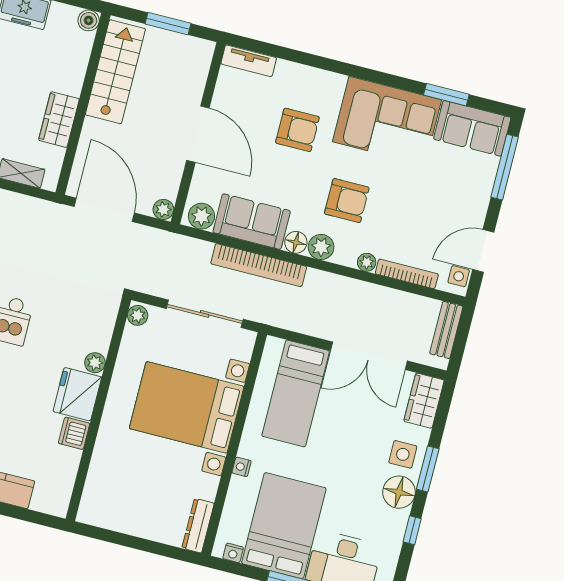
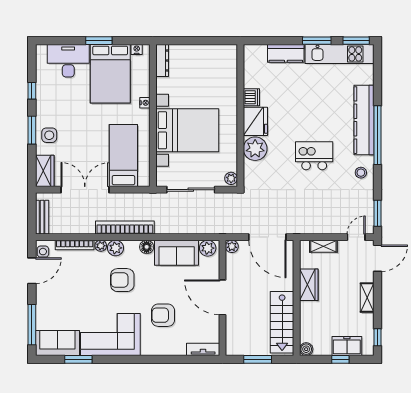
plant: (321, 247) -> (116, 248), moved
bookcase: (259, 265) -> (125, 227), moved
plant: (95, 363) -> (255, 149), width x1.87, depth x1.87
floor lamp: (399, 492) -> (46, 112), removed

